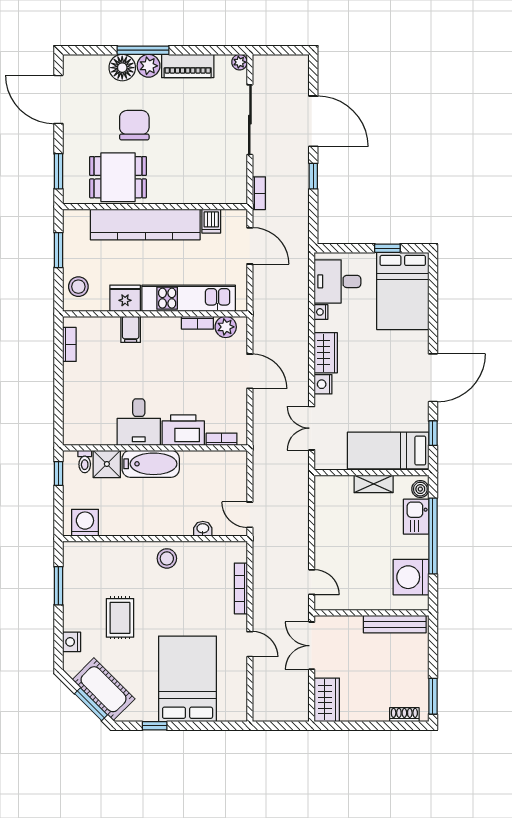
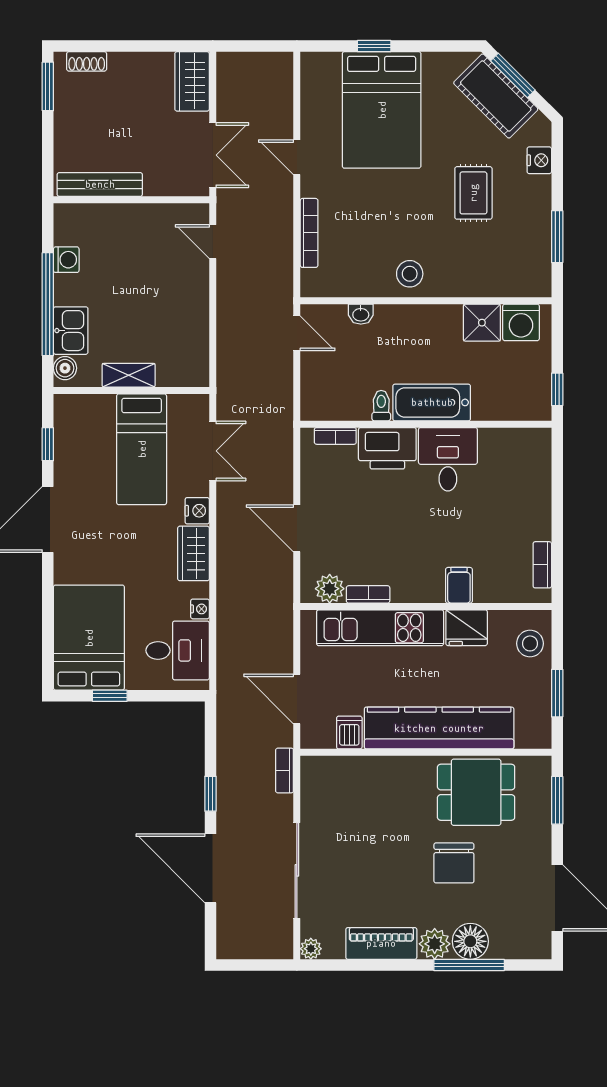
window: (143, 50) -> (469, 965), moved
bed: (388, 451) -> (142, 449), moved, turned 90
toilet: (85, 462) -> (381, 406), moved
shower: (107, 464) -> (482, 323), moved
washing machine: (411, 577) -> (66, 260), width x0.53, depth x0.53
window: (155, 726) -> (374, 46), moved

